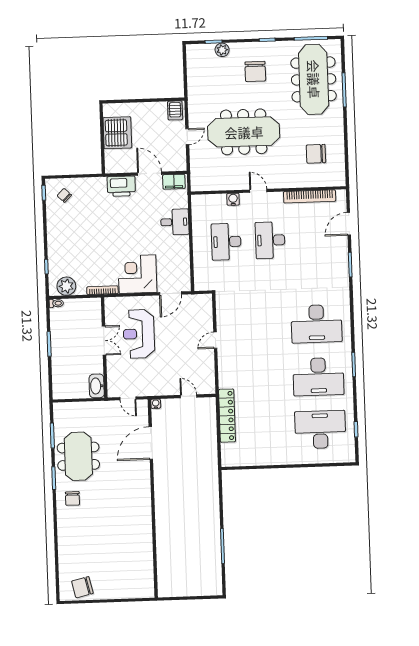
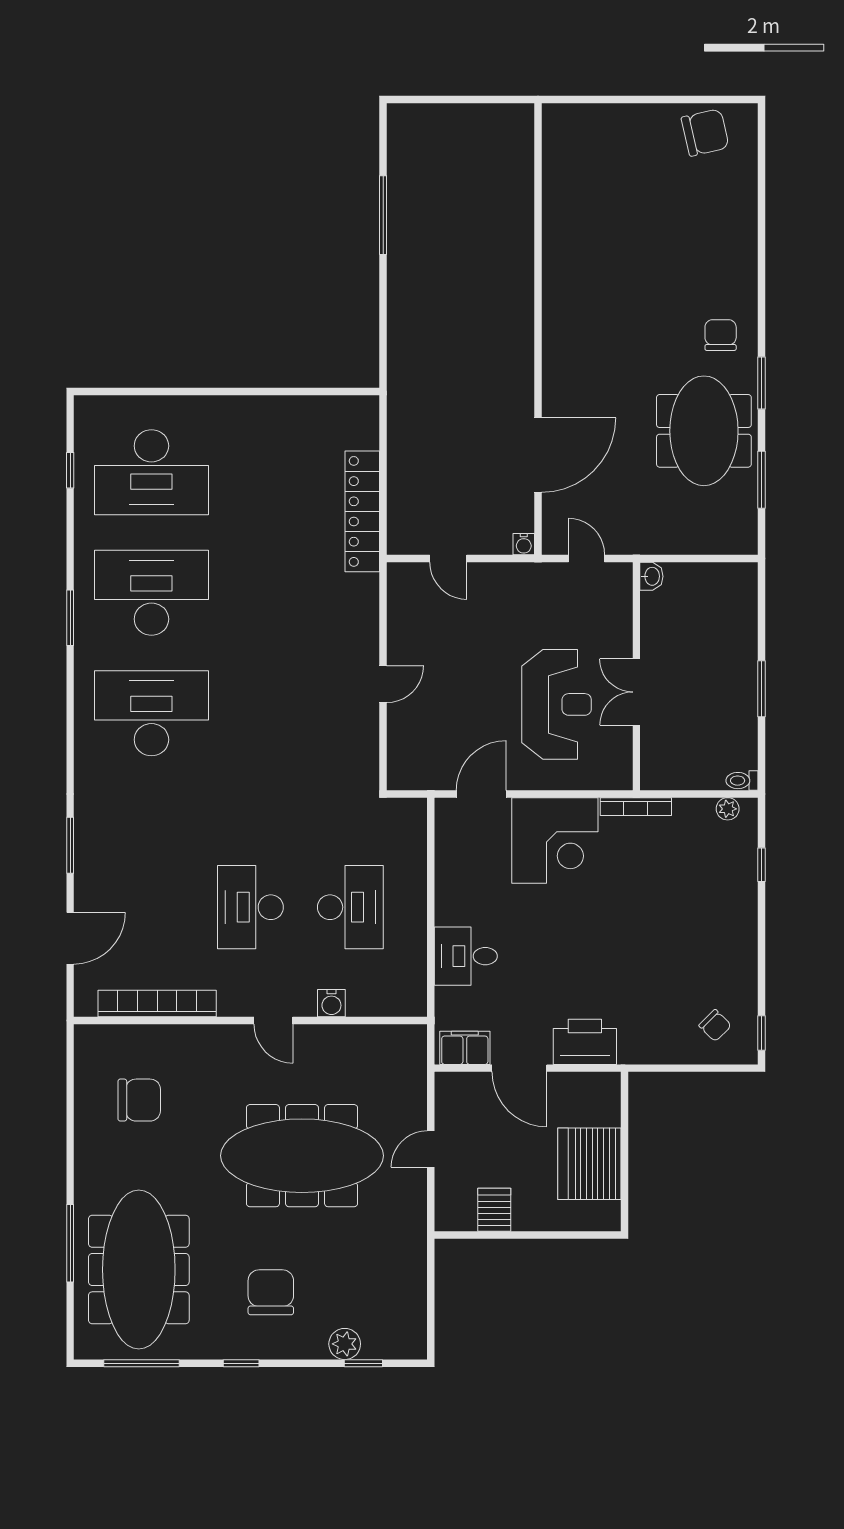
server rack: (175, 110) -> (494, 1210), moved
desk: (270, 240) -> (250, 907), turned 180
plant: (66, 286) -> (728, 809), width x0.53, depth x0.53
washbasin: (97, 386) -> (651, 576), width x0.52, depth x0.69

